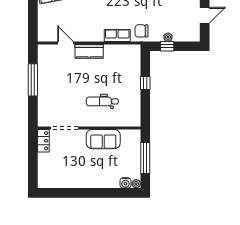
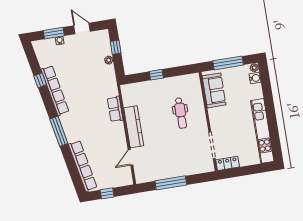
window: (33, 13) -> (107, 193), added
chair: (141, 31) -> (107, 87), removed
window: (167, 46) -> (116, 47), moved
kitchen counter: (89, 51) -> (134, 127), width x1.50
sofa: (103, 139) -> (214, 90), moved
kitchen unit: (70, 181) -> (262, 131), added

